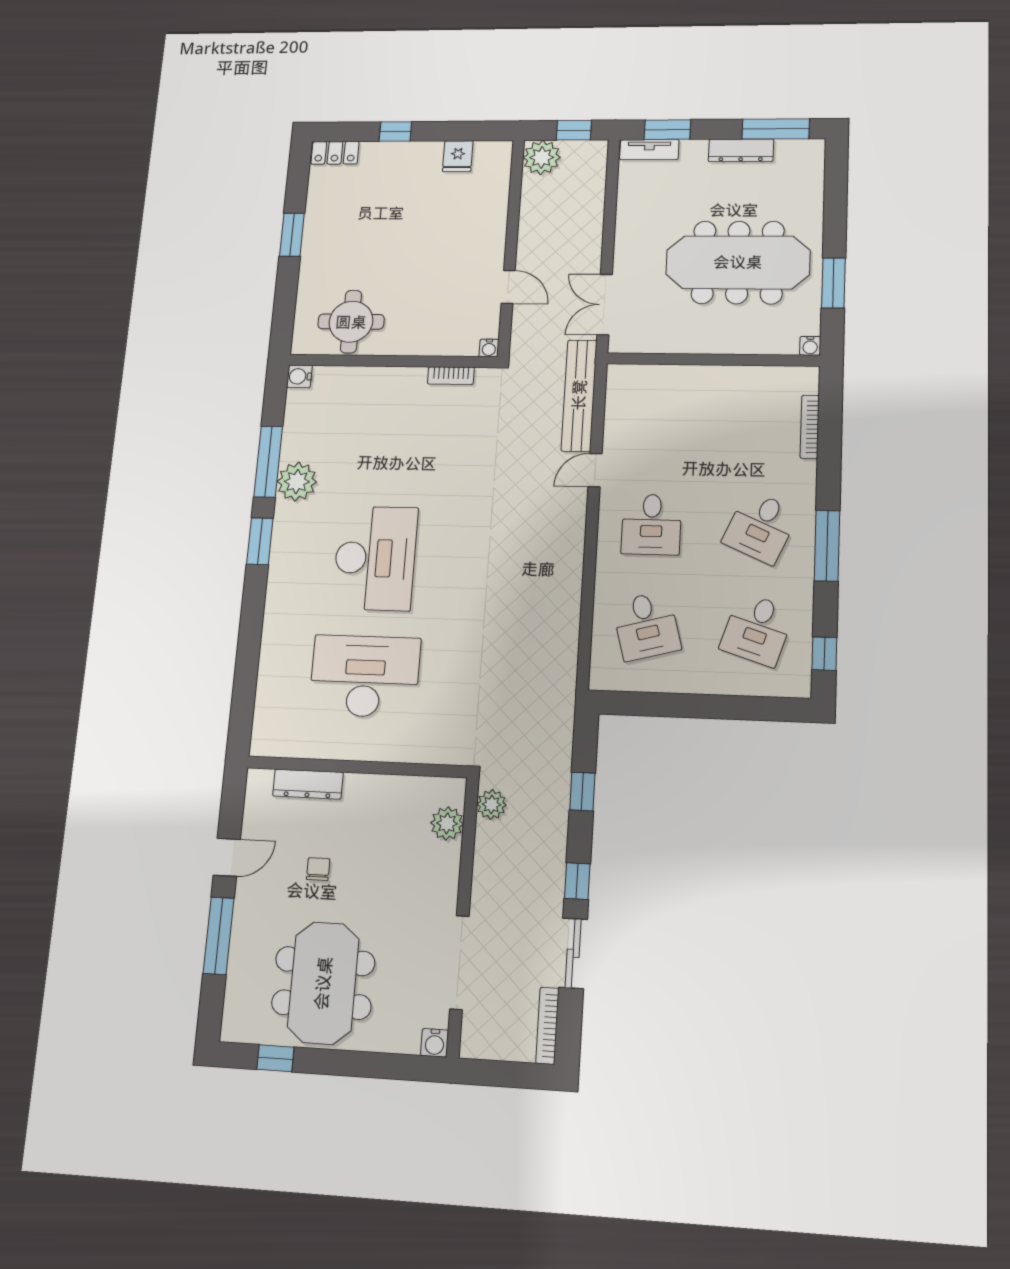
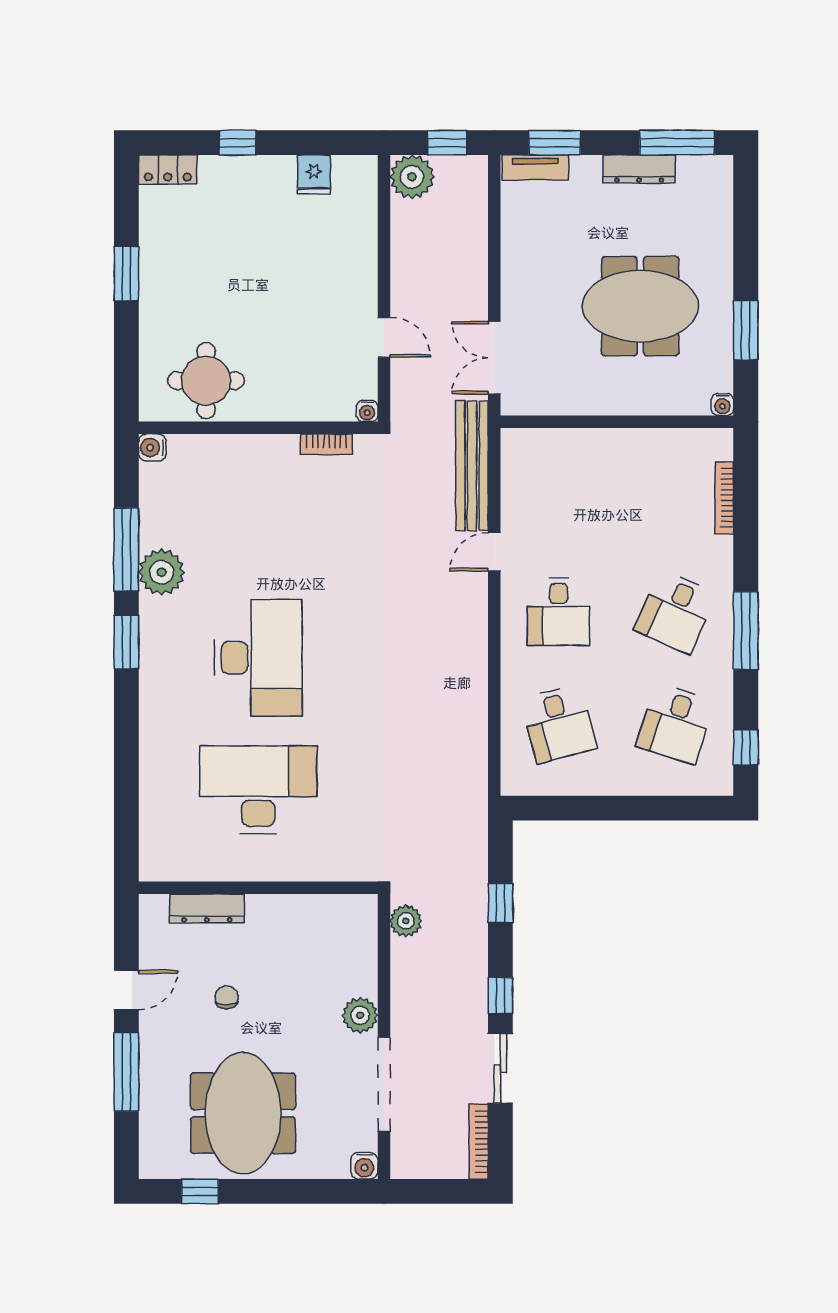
meeting table: (738, 262) -> (640, 306), width x0.73
plant: (447, 823) -> (360, 1015), moved

